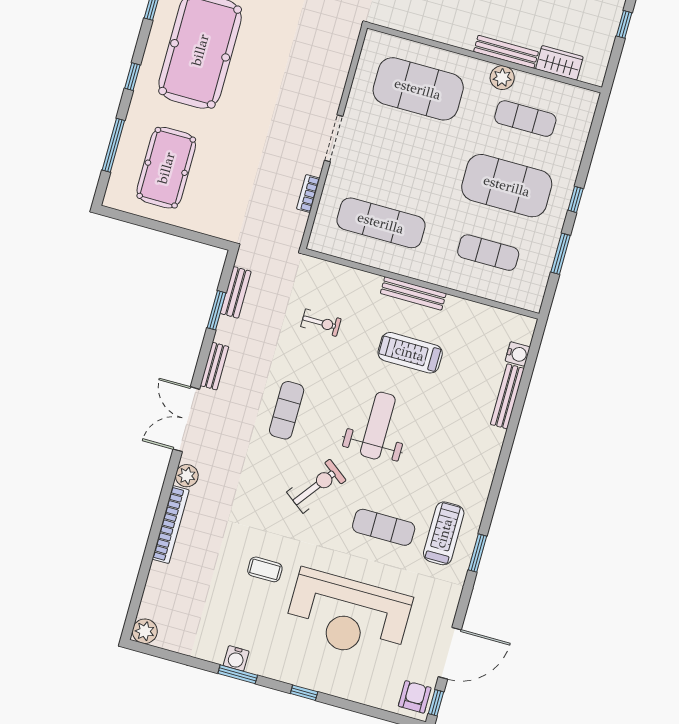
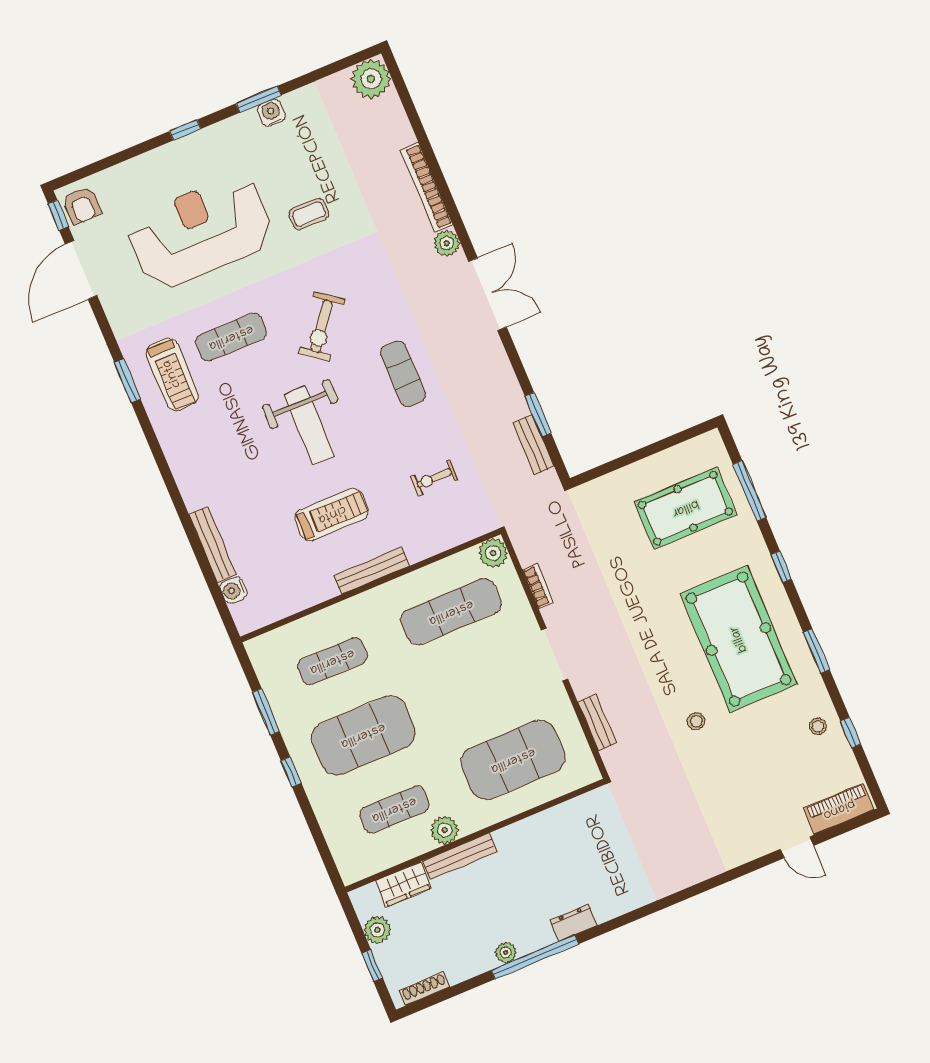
stool: (273, 17) -> (696, 721), added
plant: (601, 46) -> (377, 930), added
pool table: (166, 168) -> (685, 508), turned 90
plant: (321, 240) -> (493, 553), added
bench: (214, 366) -> (597, 723), moved
plant: (145, 631) -> (371, 79), width x1.36, depth x1.36

